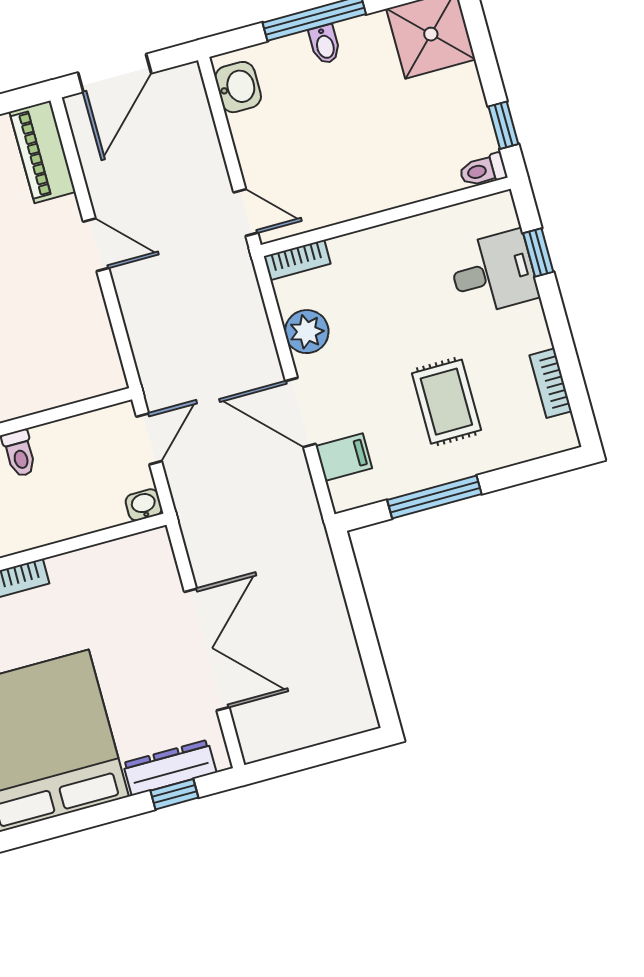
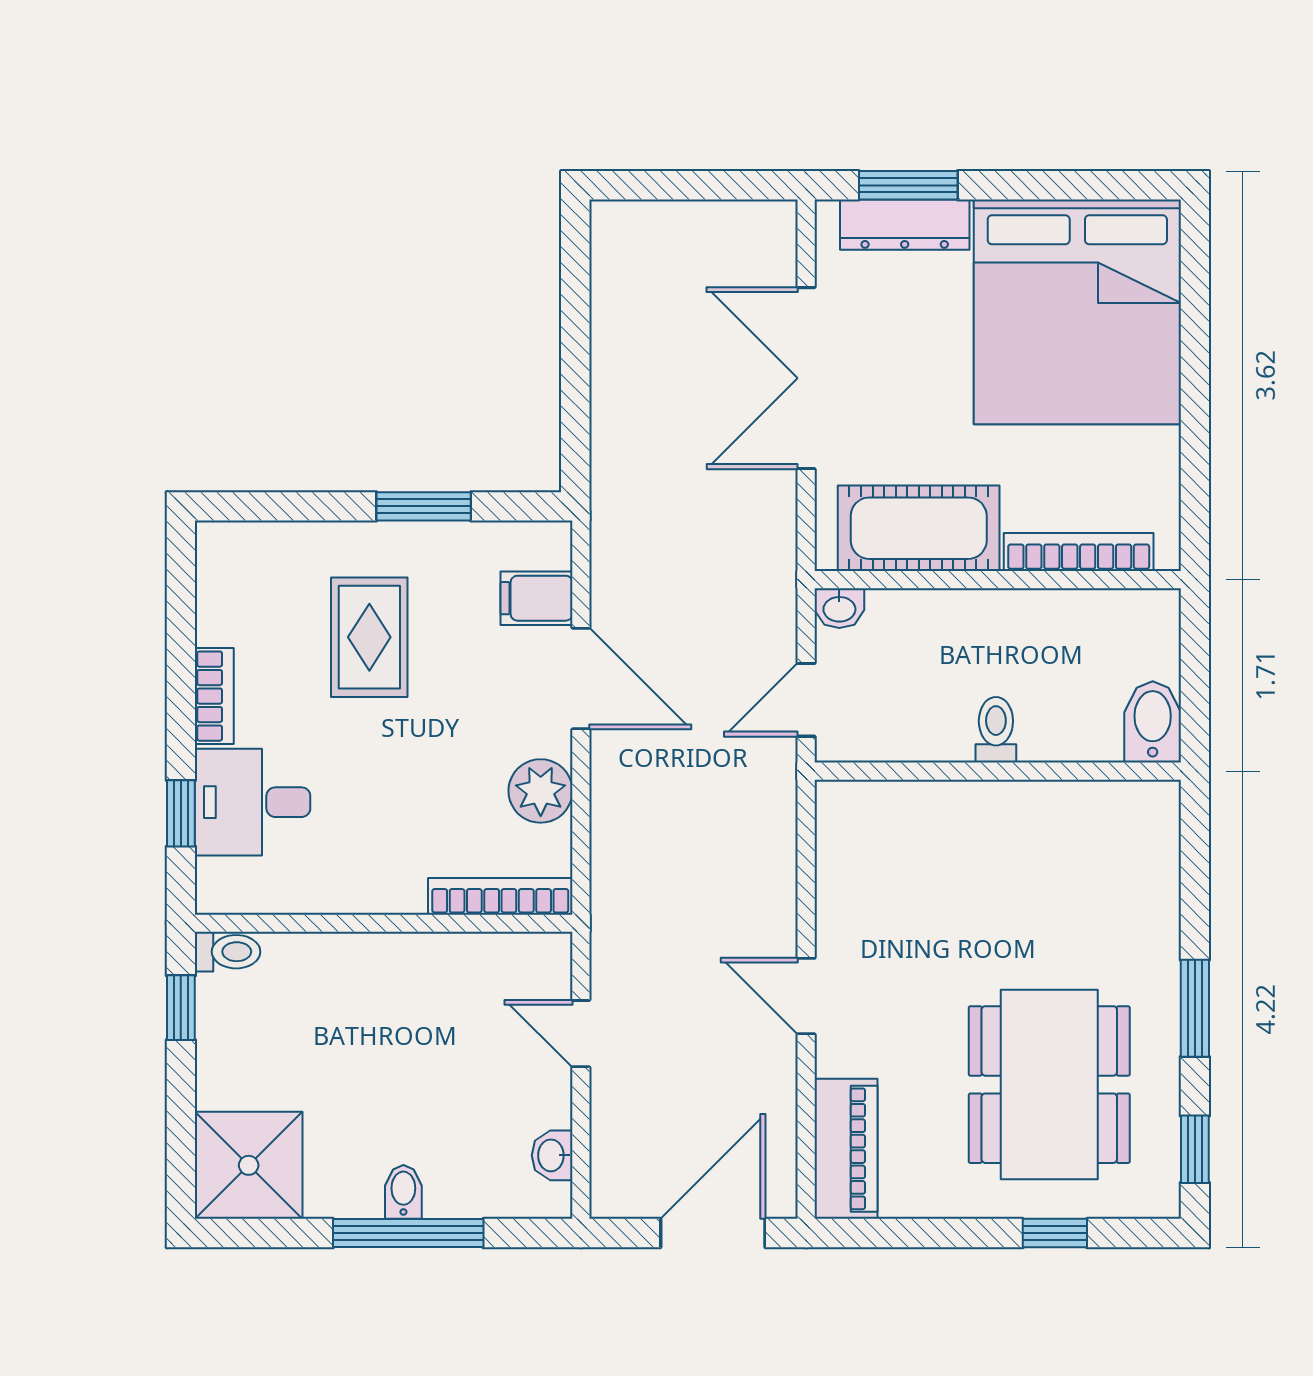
washbasin: (238, 87) -> (552, 1155), width x0.72, depth x0.69
door: (246, 212) -> (581, 1034), moved
bookcase: (297, 260) -> (500, 896), width x1.56
bookcase: (551, 383) -> (214, 696), moved
window: (434, 497) -> (424, 506), width x0.69
cot: (106, 571) -> (919, 528), added
window: (174, 794) -> (908, 185), width x1.50

